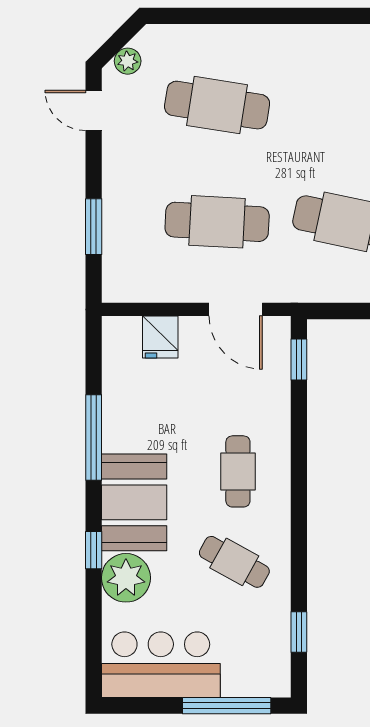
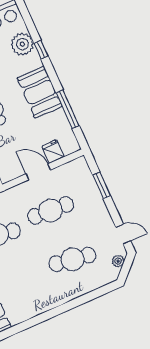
door: (236, 309) -> (38, 172), moved
window: (94, 437) -> (68, 109), moved
booth: (134, 502) -> (40, 92), moved

